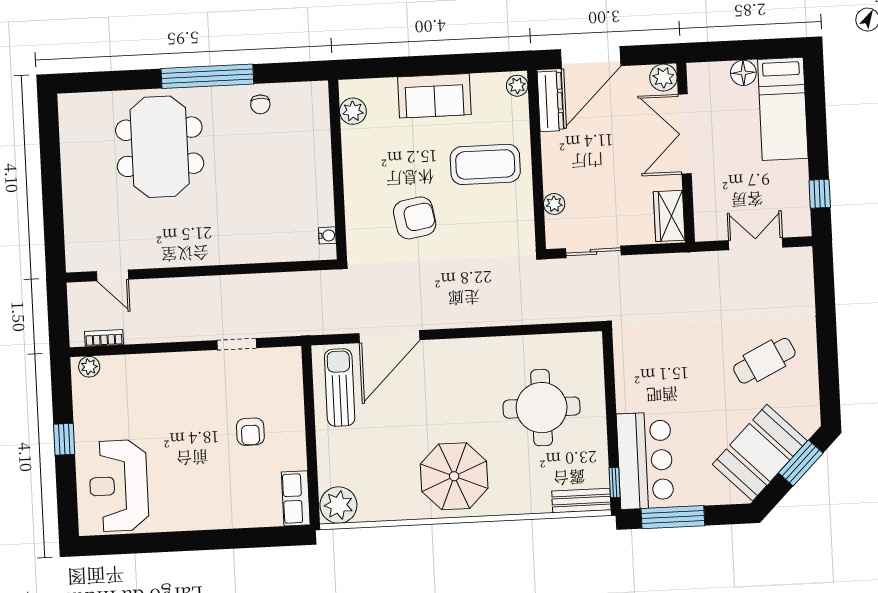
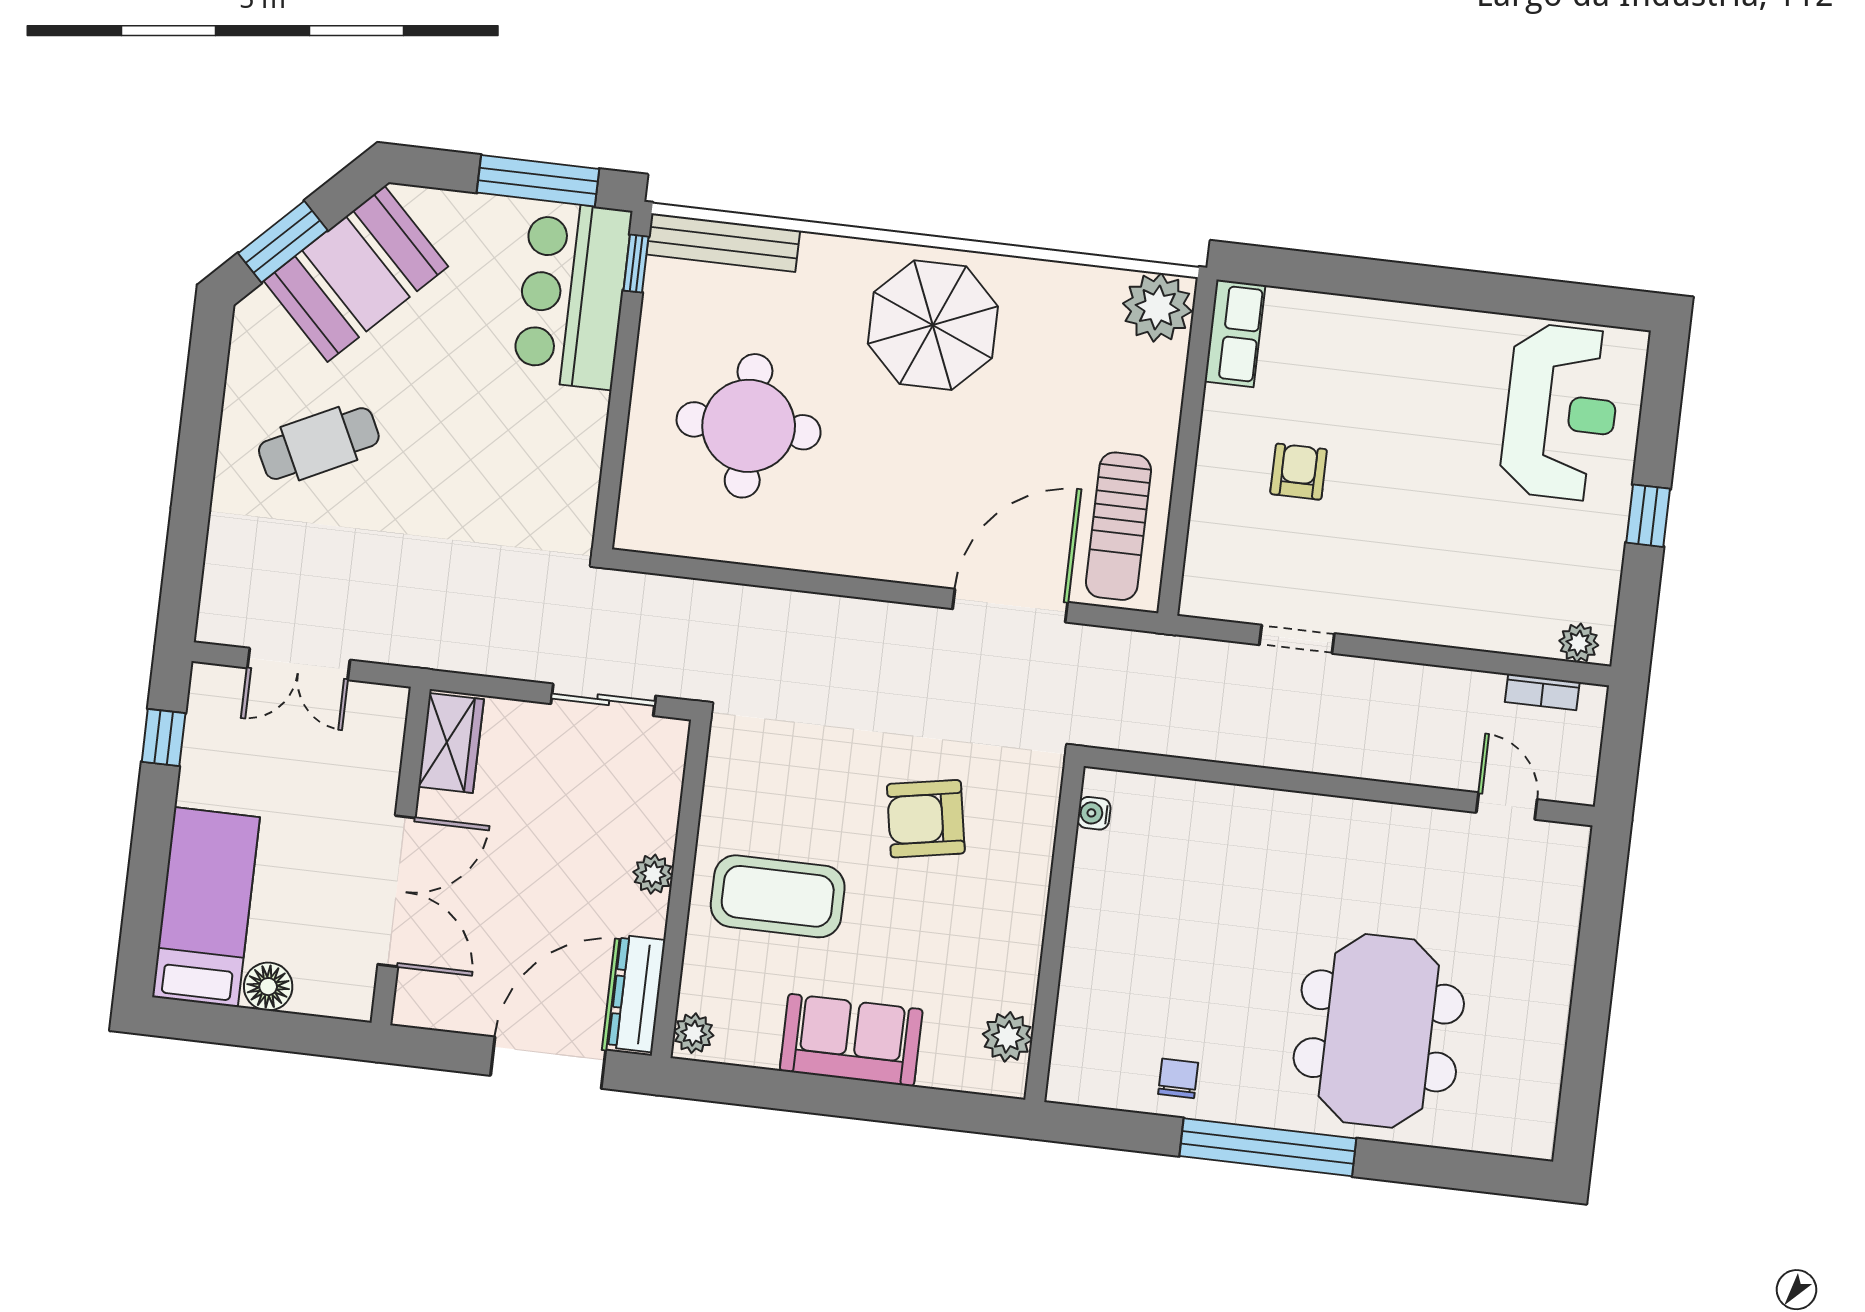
plant: (663, 78) -> (419, 1003), removed
plant: (554, 204) -> (653, 874), moved
bench: (581, 501) -> (723, 243), width x1.36

